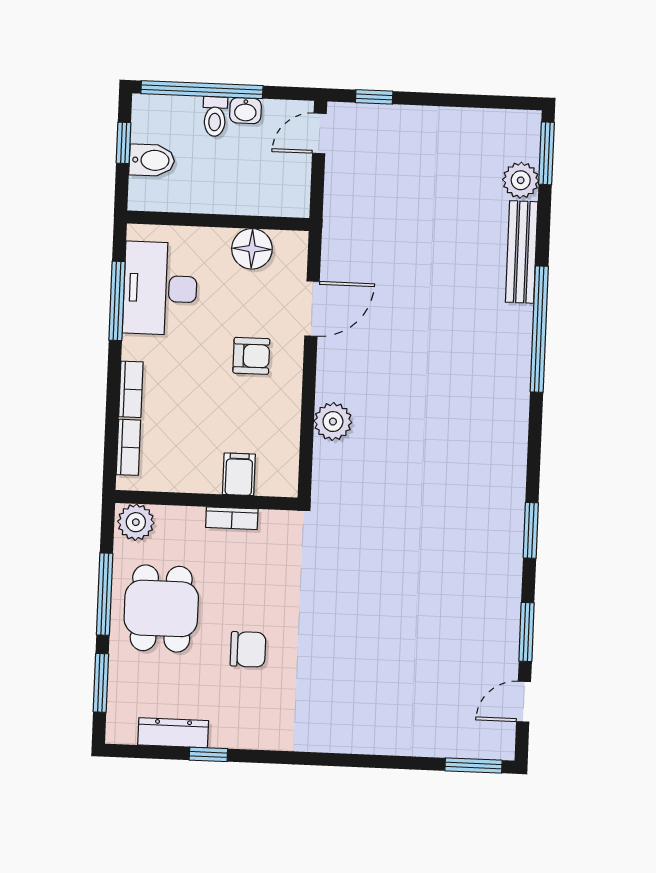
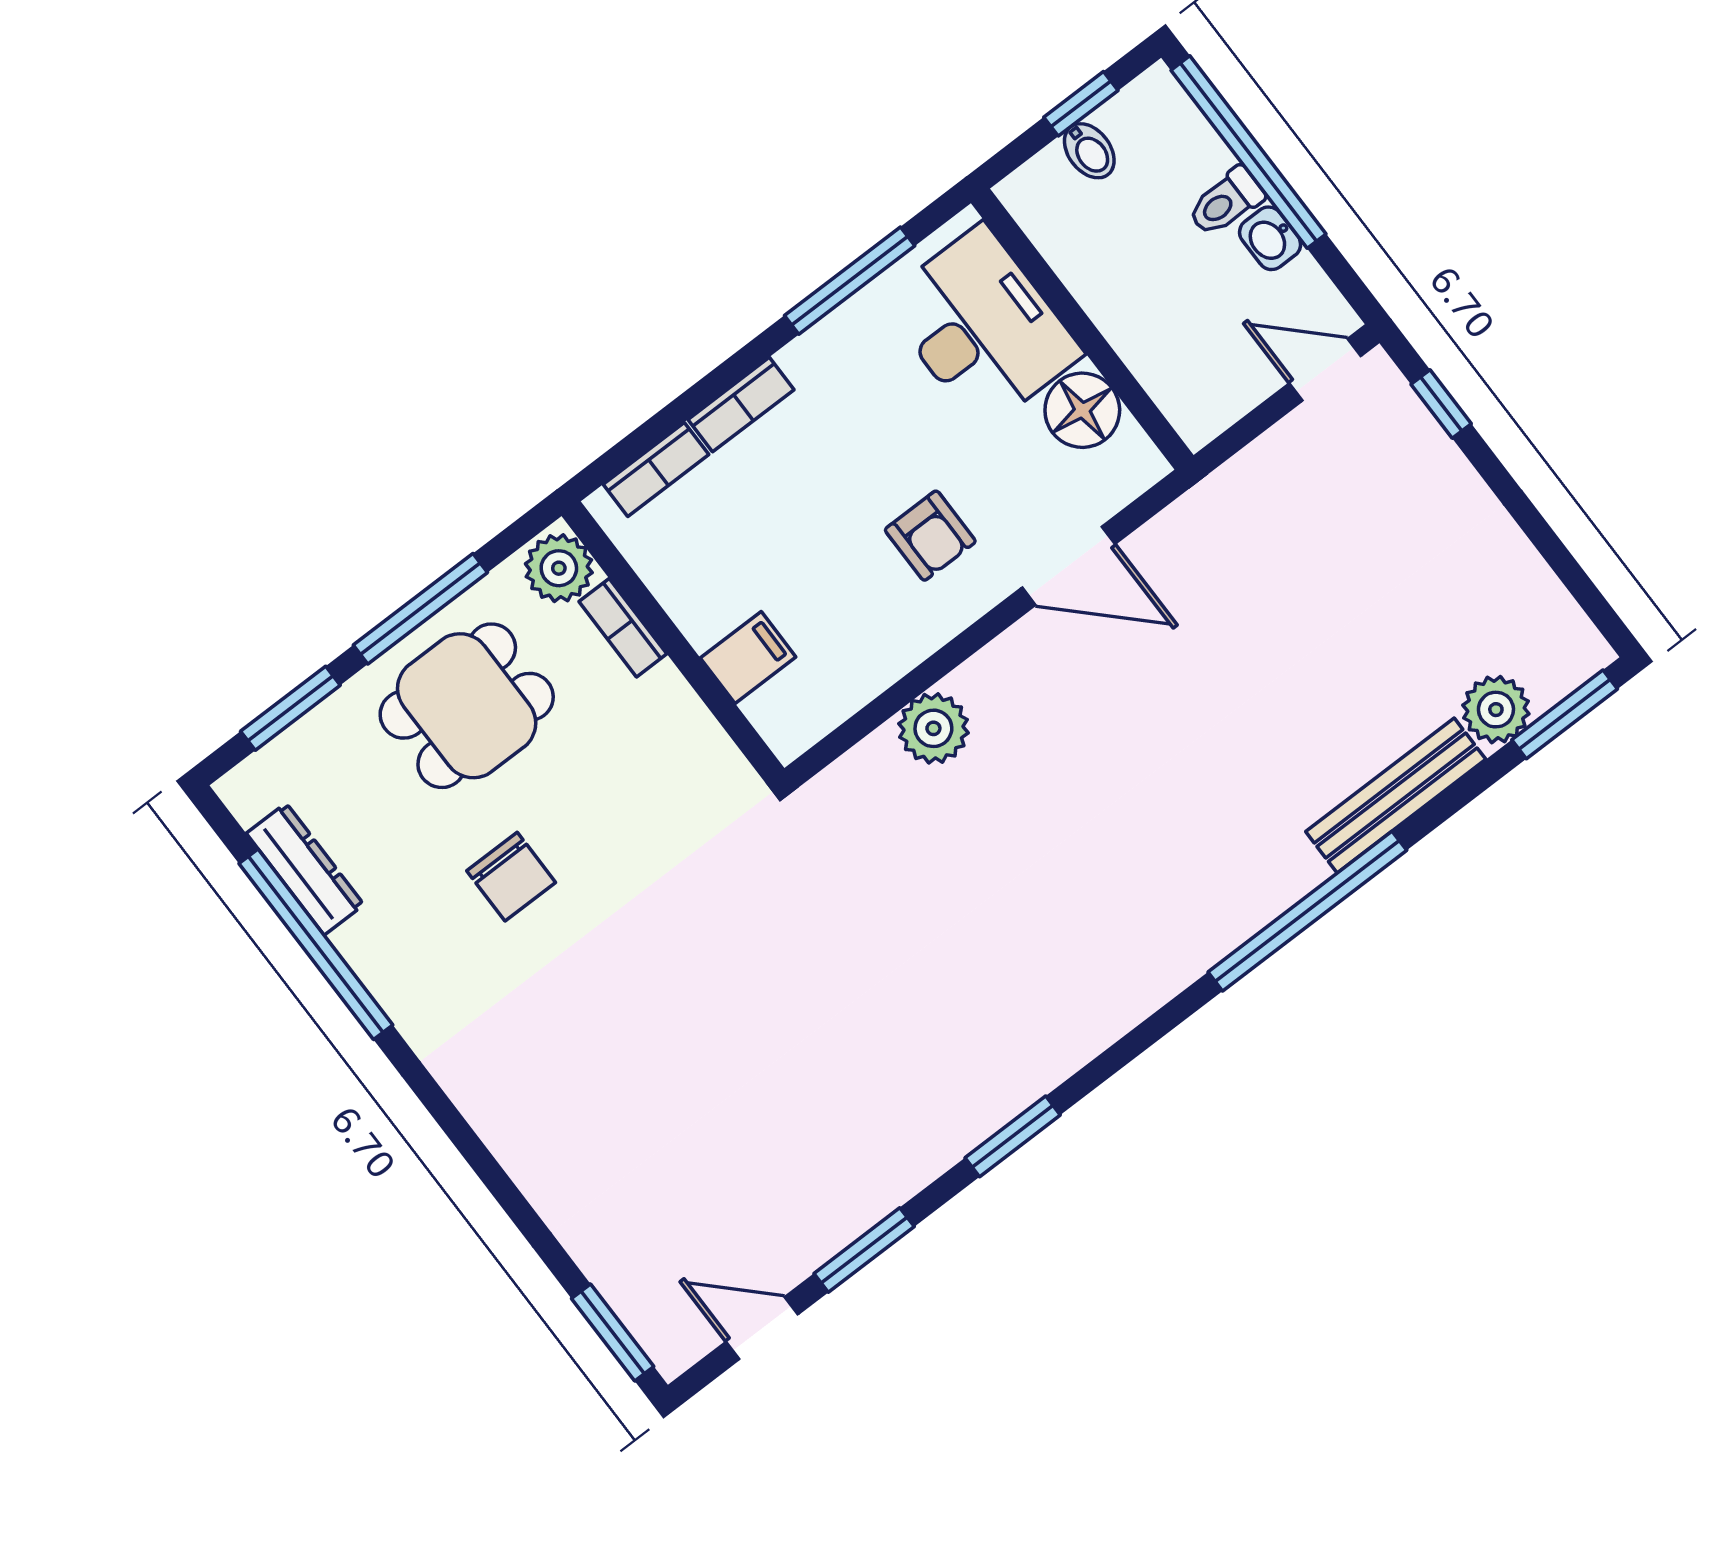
bidet: (152, 160) -> (1089, 151), width x0.72, depth x0.74
desk: (160, 288) -> (982, 327), moved, turned 90
bookcase: (232, 518) -> (623, 628), moved
window: (208, 754) -> (316, 944), width x3.17

